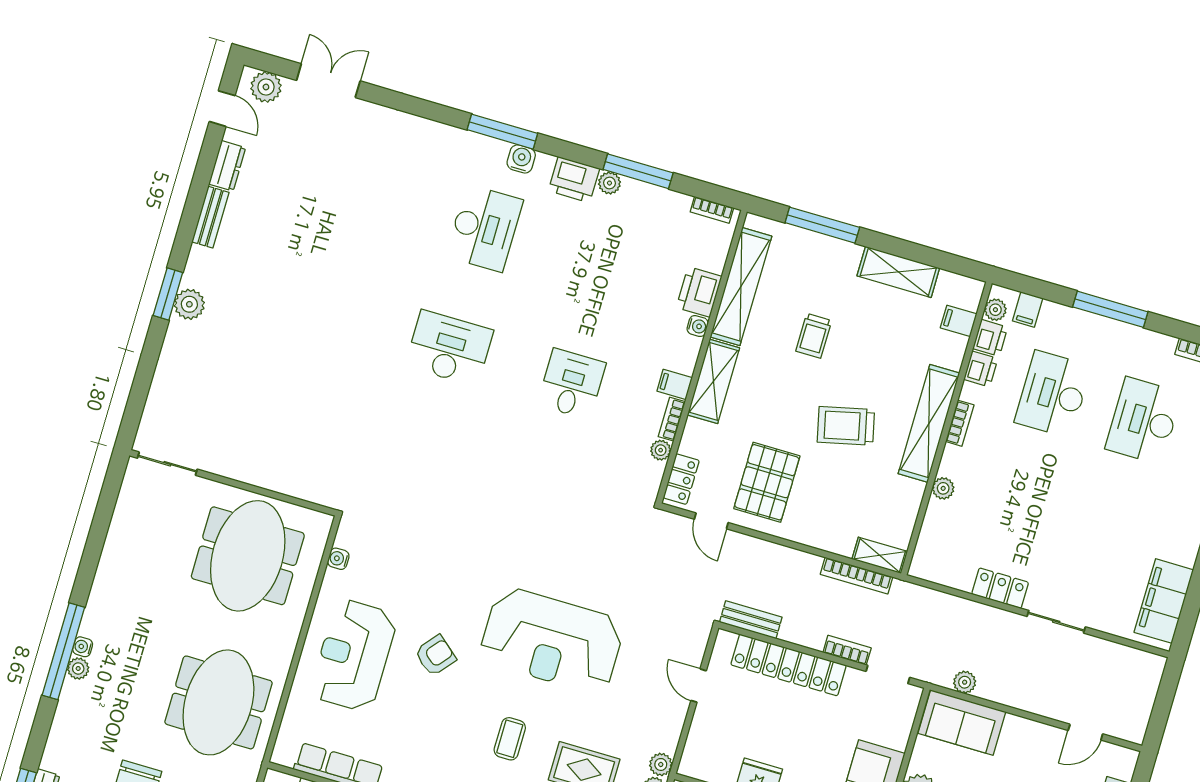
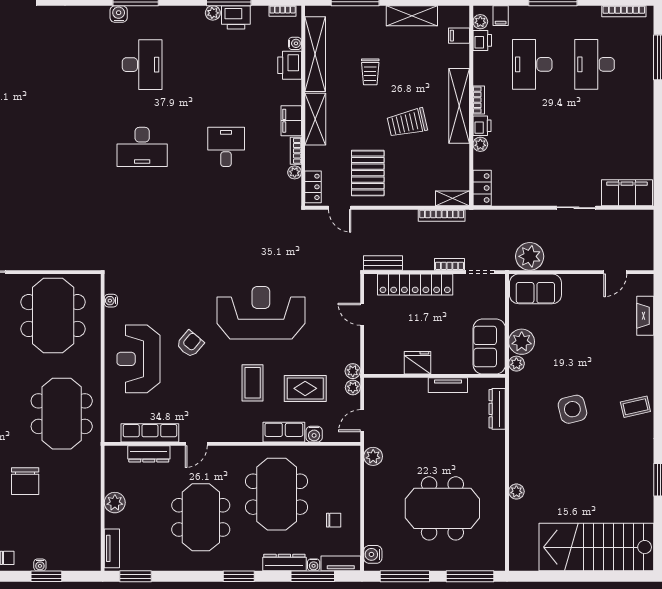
water cooler: (521, 159) -> (119, 14), moved
printer: (574, 180) -> (236, 17), moved
water cooler: (698, 326) -> (295, 43), moved
desk: (449, 348) -> (142, 147), turned 180
printer: (981, 369) -> (482, 126), moved
filing cabinet: (675, 384) -> (291, 121), width x2.00
locker: (1000, 588) -> (482, 188), moved, turned 90
filing cabinet: (1164, 601) -> (627, 193), moved, turned 90
reception desk: (552, 640) -> (261, 313), turned 180
plant: (965, 682) -> (530, 256), width x1.88, depth x1.88
coffee table: (510, 739) -> (253, 383), width x1.36, depth x1.30

